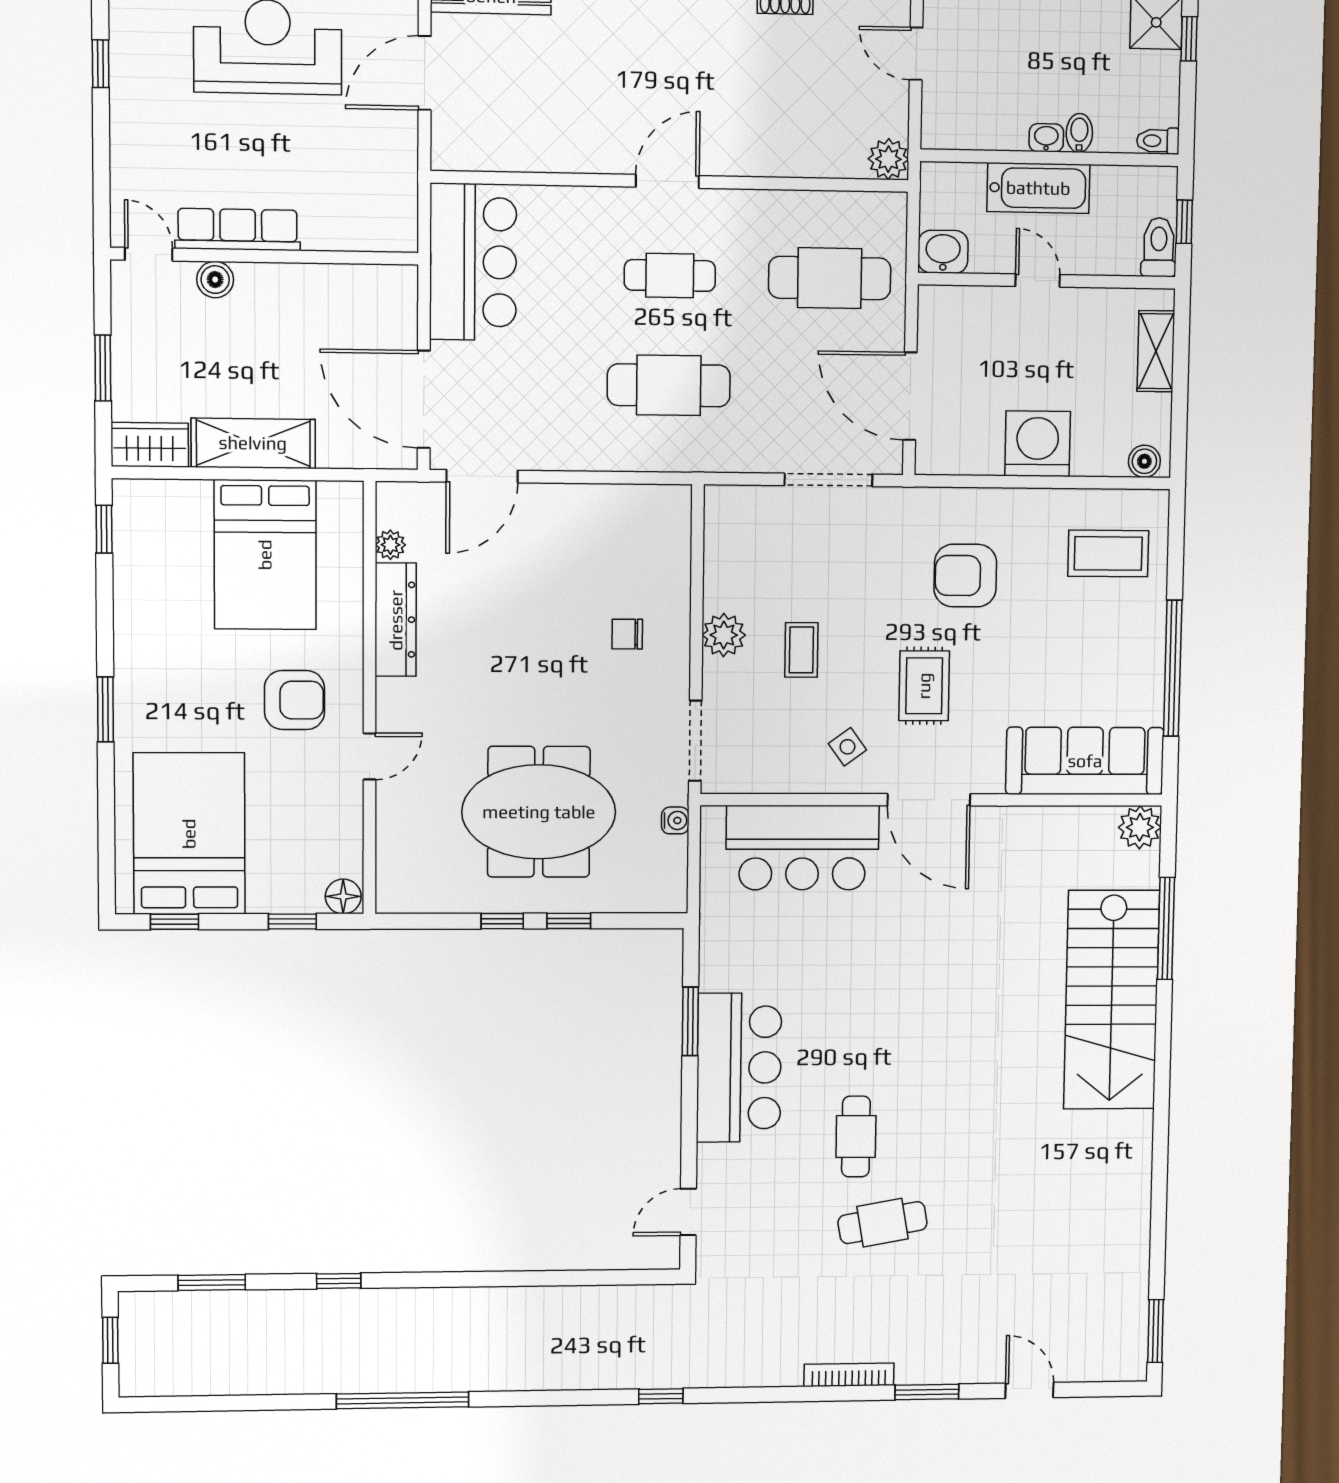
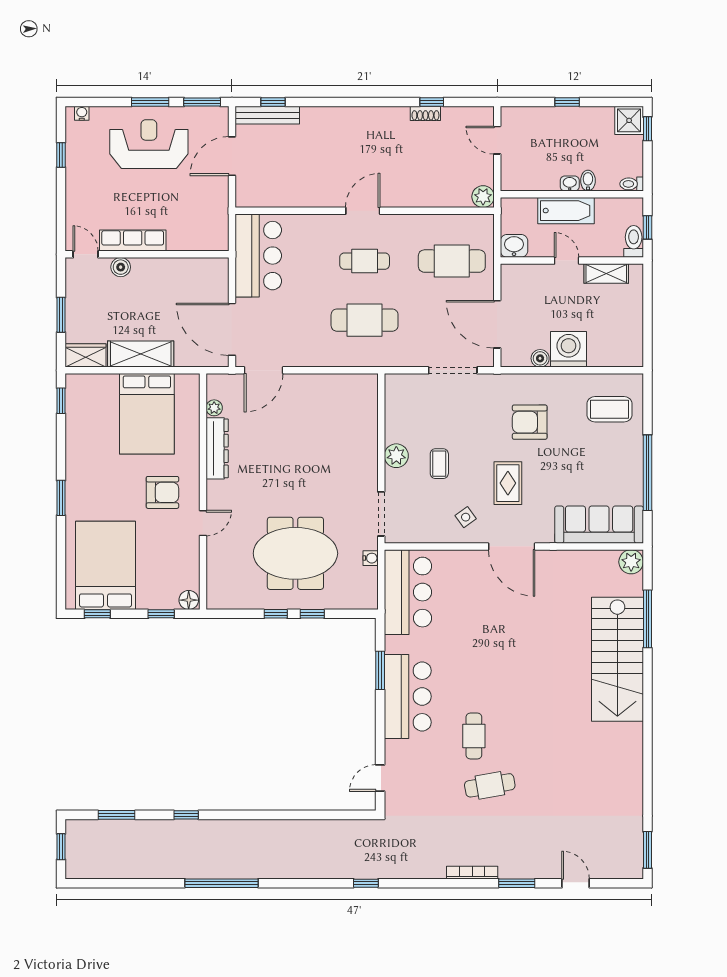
shelving: (1156, 351) -> (606, 274), moved, turned 90
boiler: (1144, 461) -> (540, 358), moved
chair: (627, 634) -> (343, 455), removed
bar counter: (802, 848) -> (408, 592), moved, turned -90

